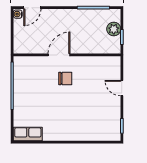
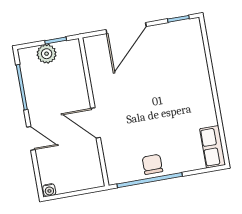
door: (32, 8) -> (31, 138), moved
chair: (65, 78) -> (152, 164), moved
door: (122, 88) -> (126, 28), width x1.88

